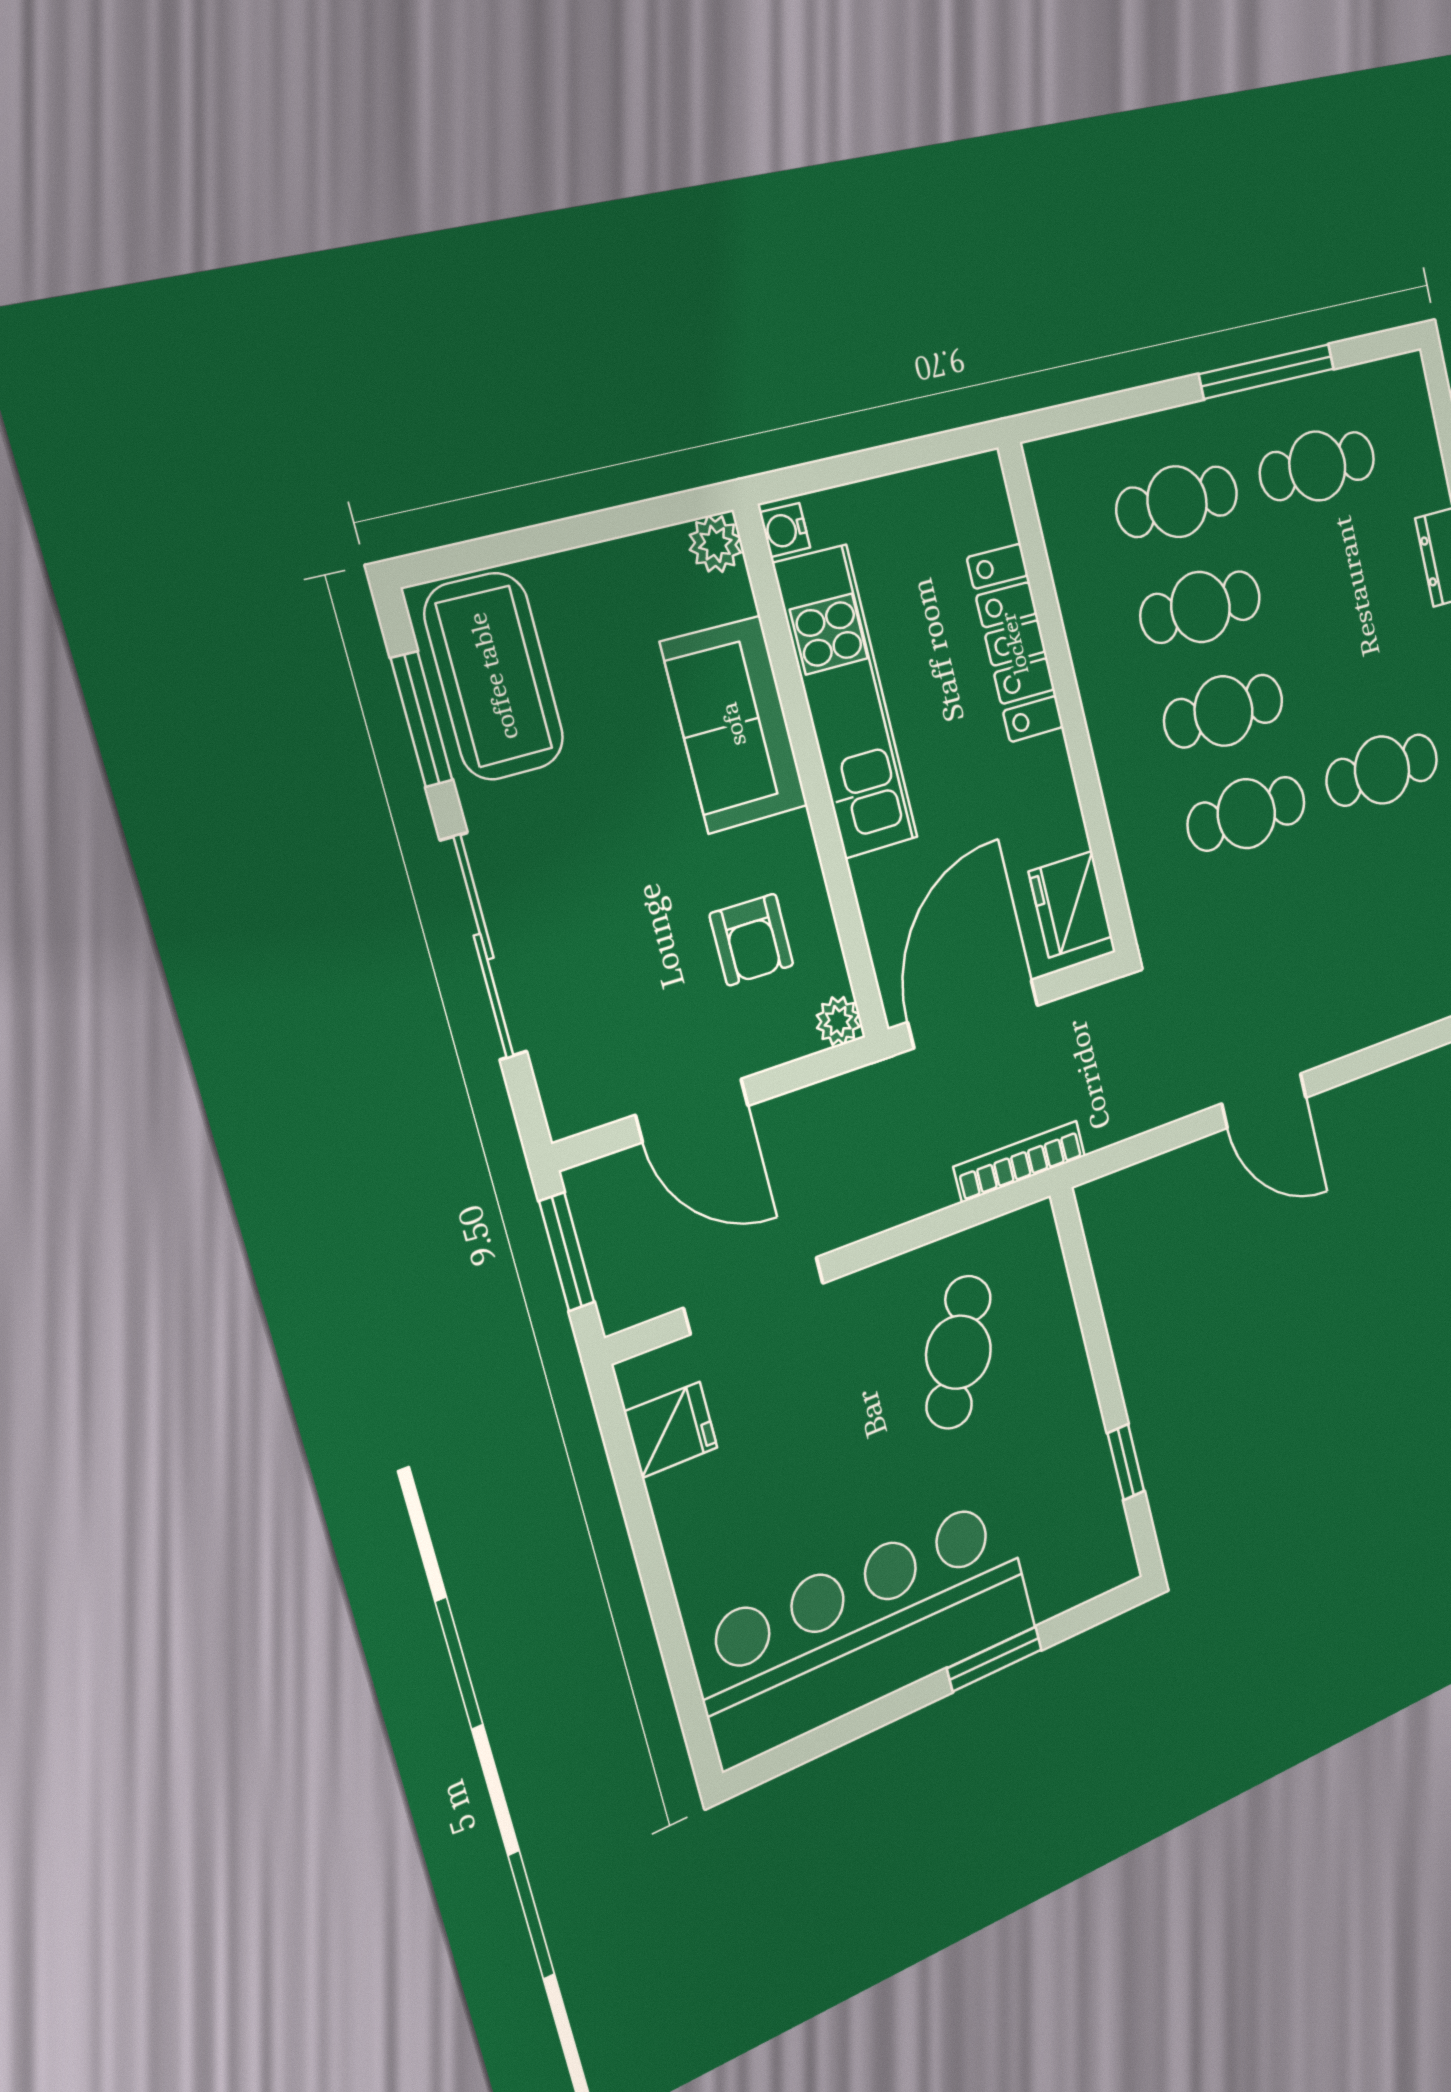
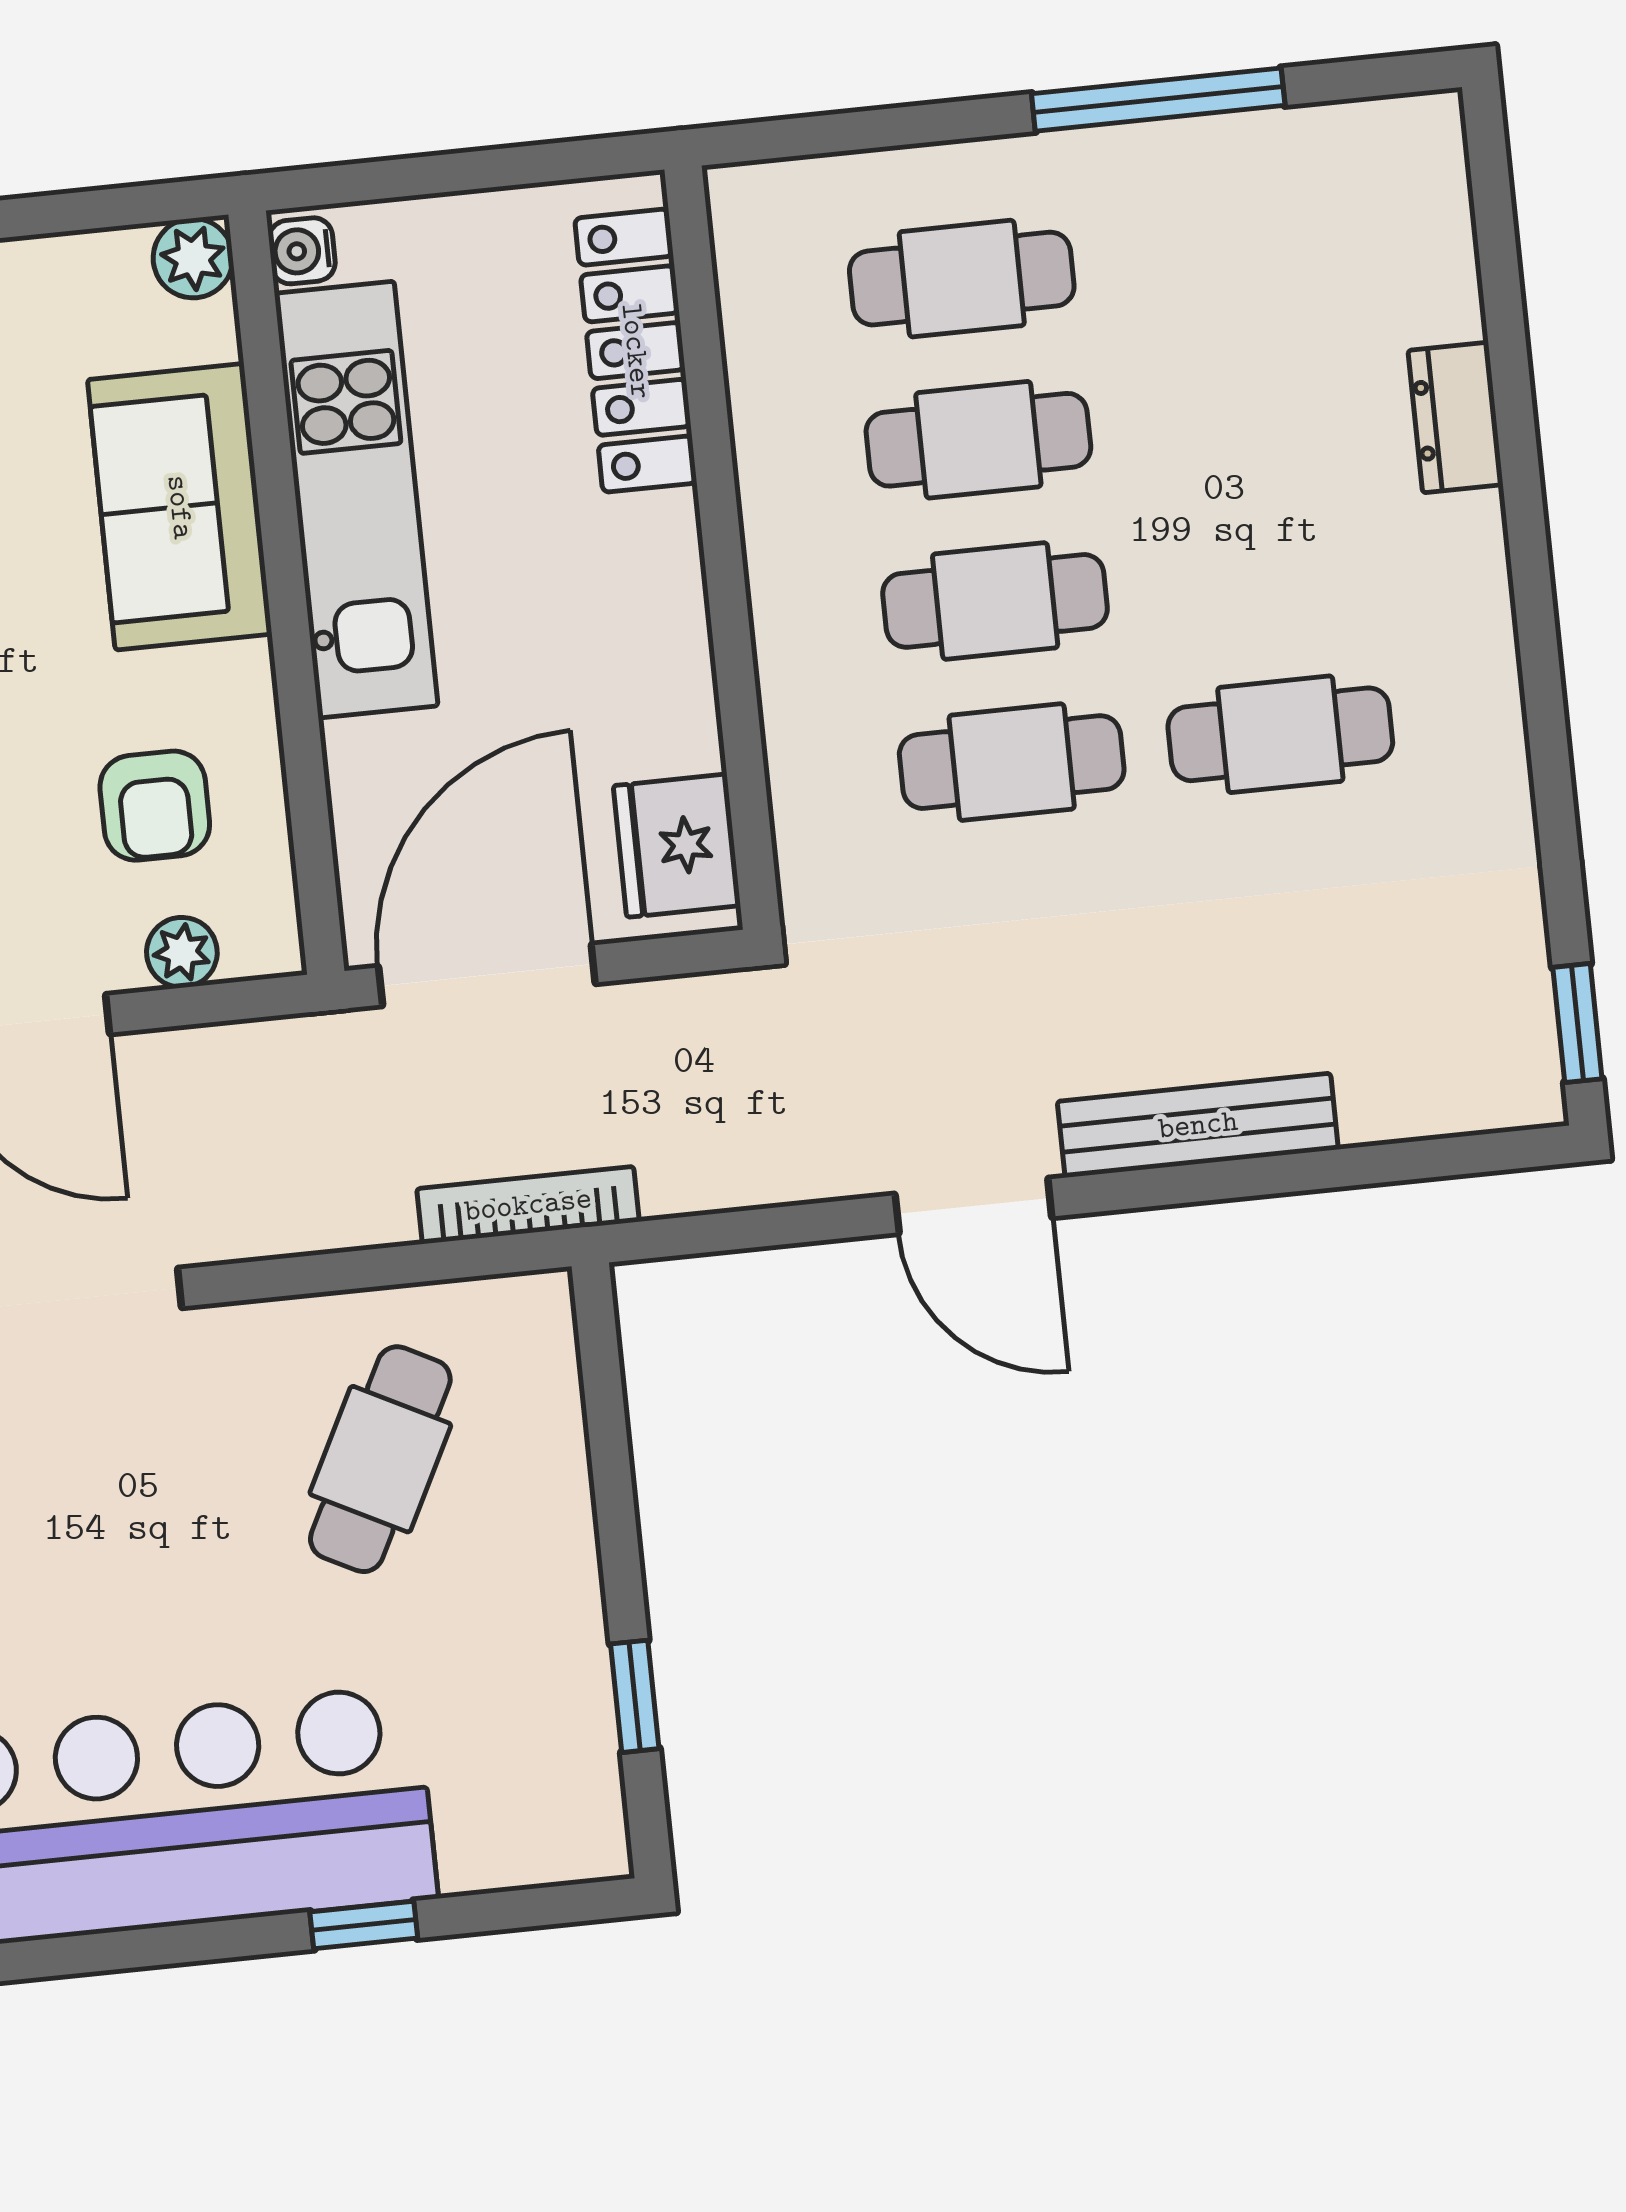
cafe table: (1317, 466) -> (1230, 251), removed
locker: (1015, 643) -> (636, 351), moved
plant: (838, 1021) -> (182, 952), moved
bench: (1372, 1022) -> (1198, 1125), added
window: (994, 1659) -> (364, 1925), width x0.67

